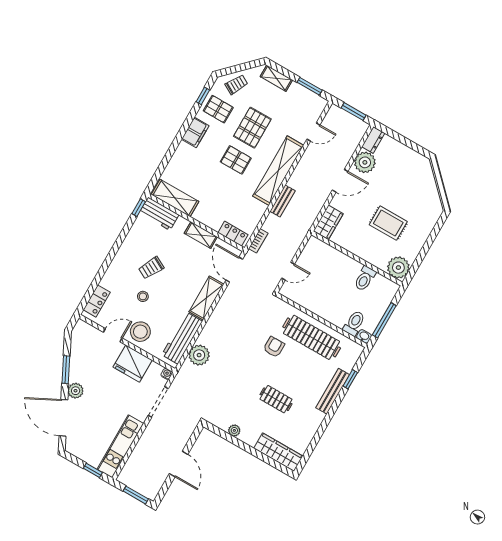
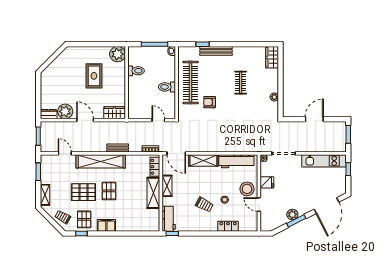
shelving: (175, 198) -> (153, 193), moved
door: (234, 270) -> (176, 153), hinge flipped
locker: (97, 301) -> (228, 226), moved
toilet: (354, 323) -> (167, 87), moved
plant: (199, 355) -> (241, 145), removed
fridge: (133, 364) -> (267, 182), width x0.53, depth x0.75
plant: (76, 391) -> (292, 214), moved
wardrobe: (278, 452) -> (272, 57), width x0.67

